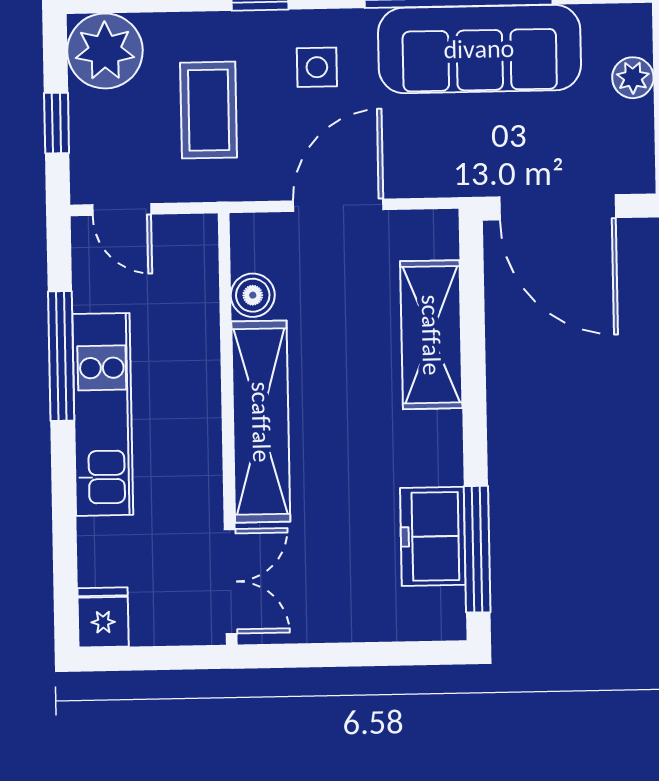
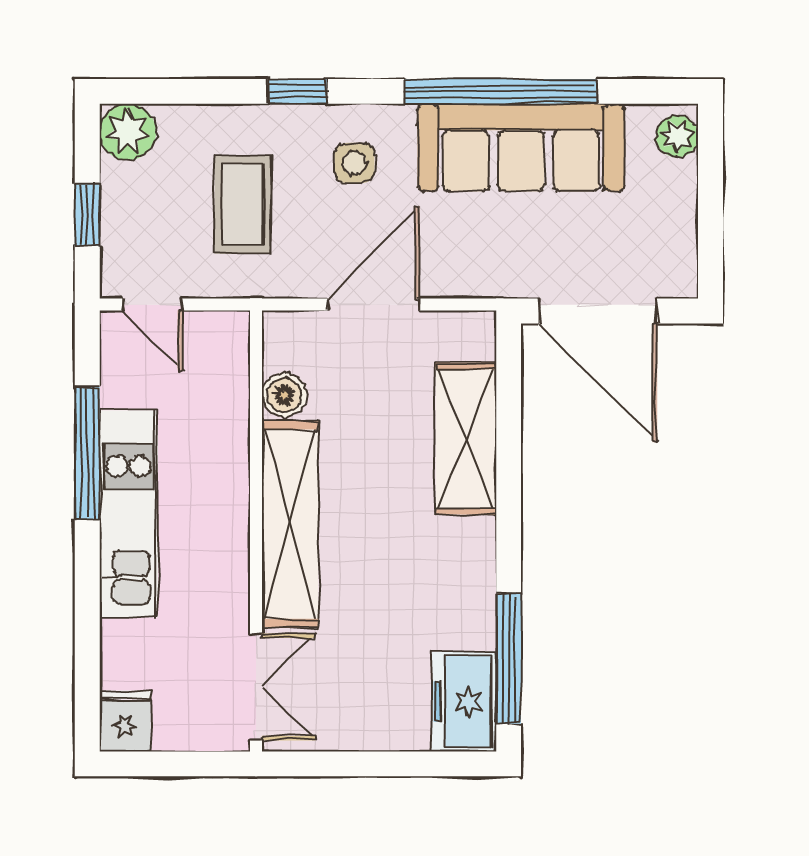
plant: (105, 51) -> (128, 132), width x0.73, depth x0.73
plant: (633, 78) -> (677, 136), moved
freezer: (433, 536) -> (464, 701), moved

